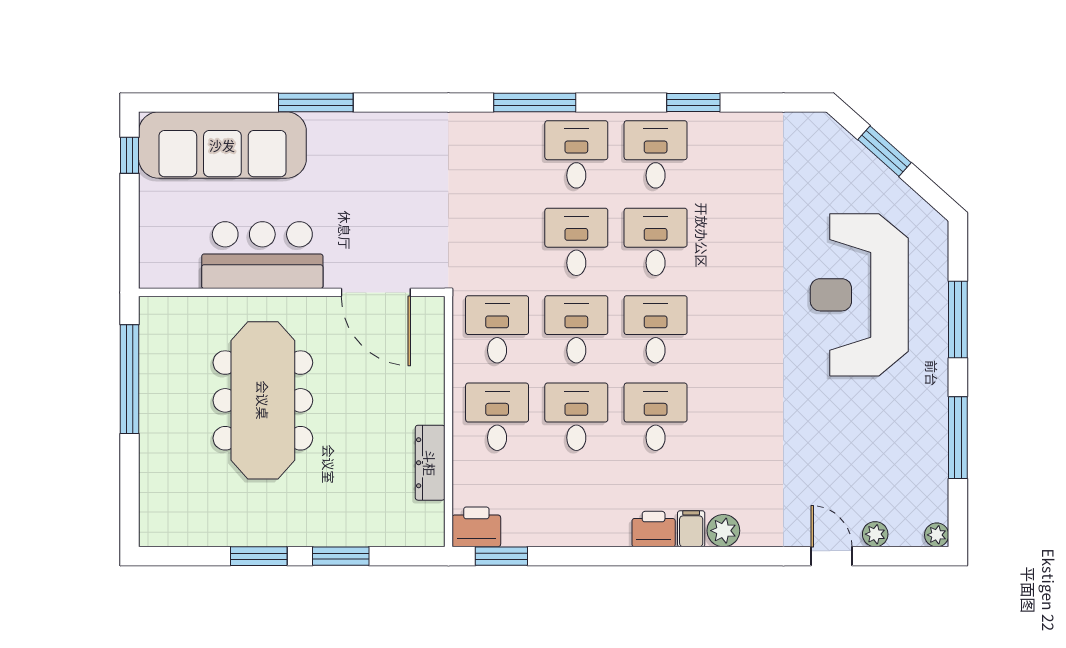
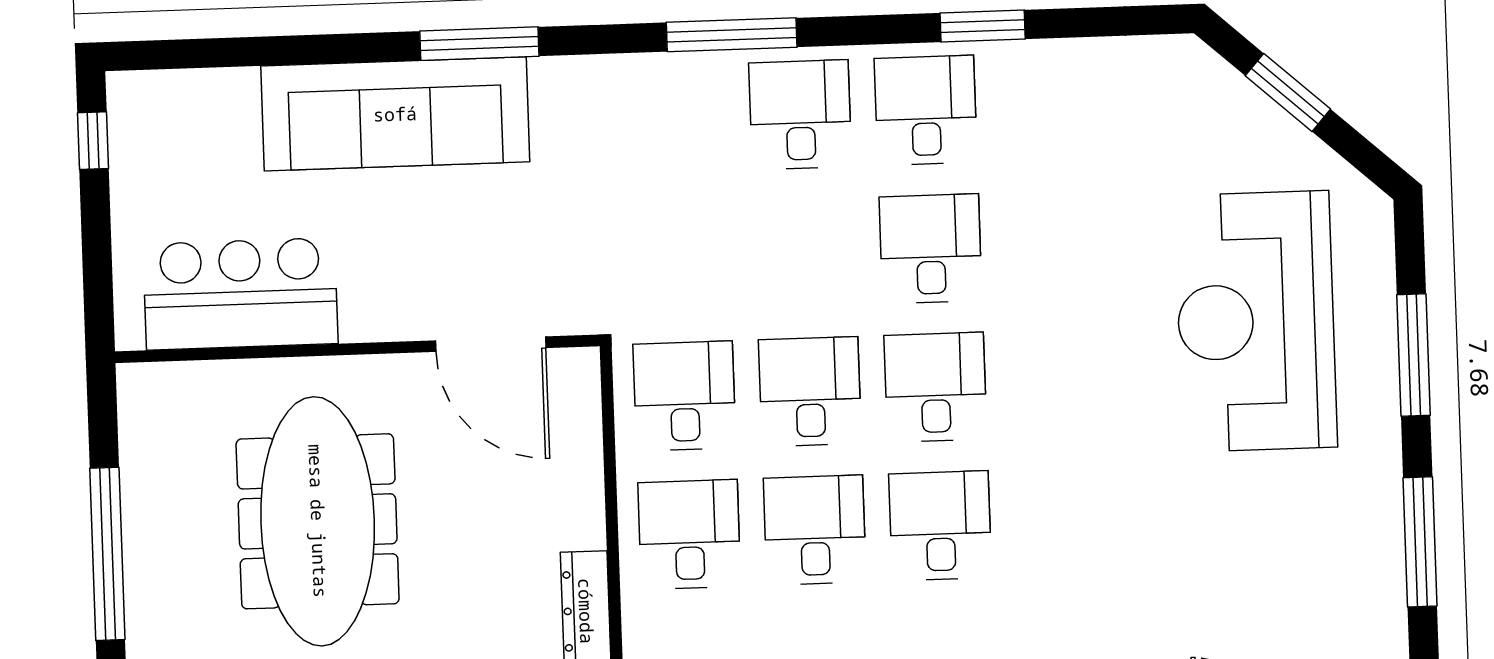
window: (316, 103) -> (479, 44), moved
sofa: (222, 145) -> (395, 114), moved
desk: (576, 242) -> (805, 253), removed
bar counter: (262, 255) -> (241, 294), moved
window: (129, 379) -> (107, 554), moved

